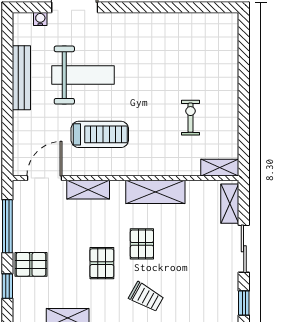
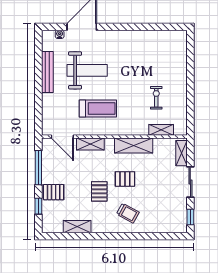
shelving: (220, 168) -> (161, 130), moved
door: (44, 178) -> (62, 137), swing flipped
pallet: (142, 244) -> (125, 179), turned 90

